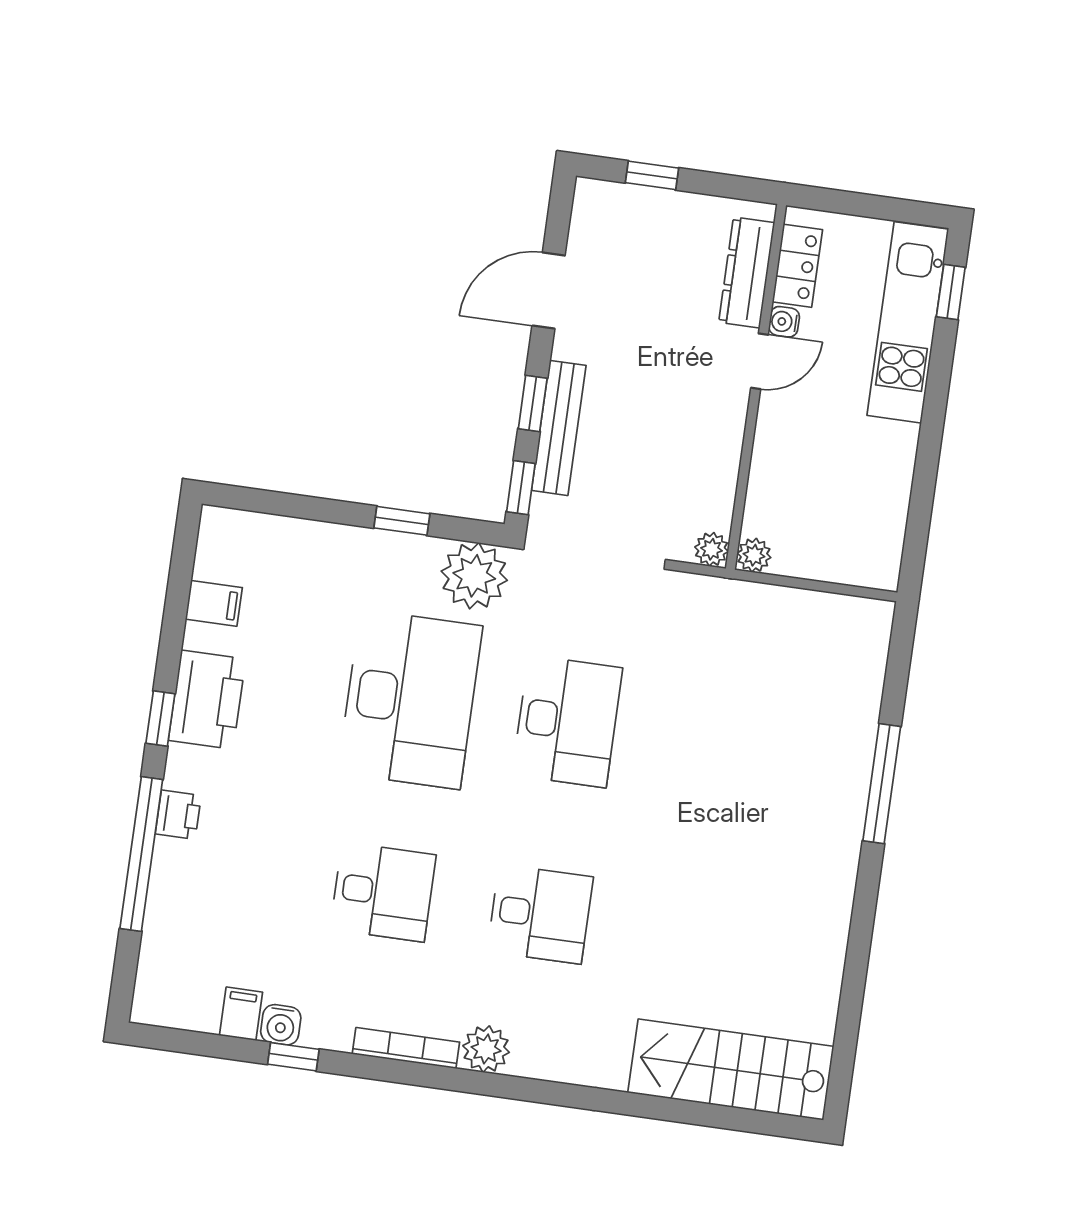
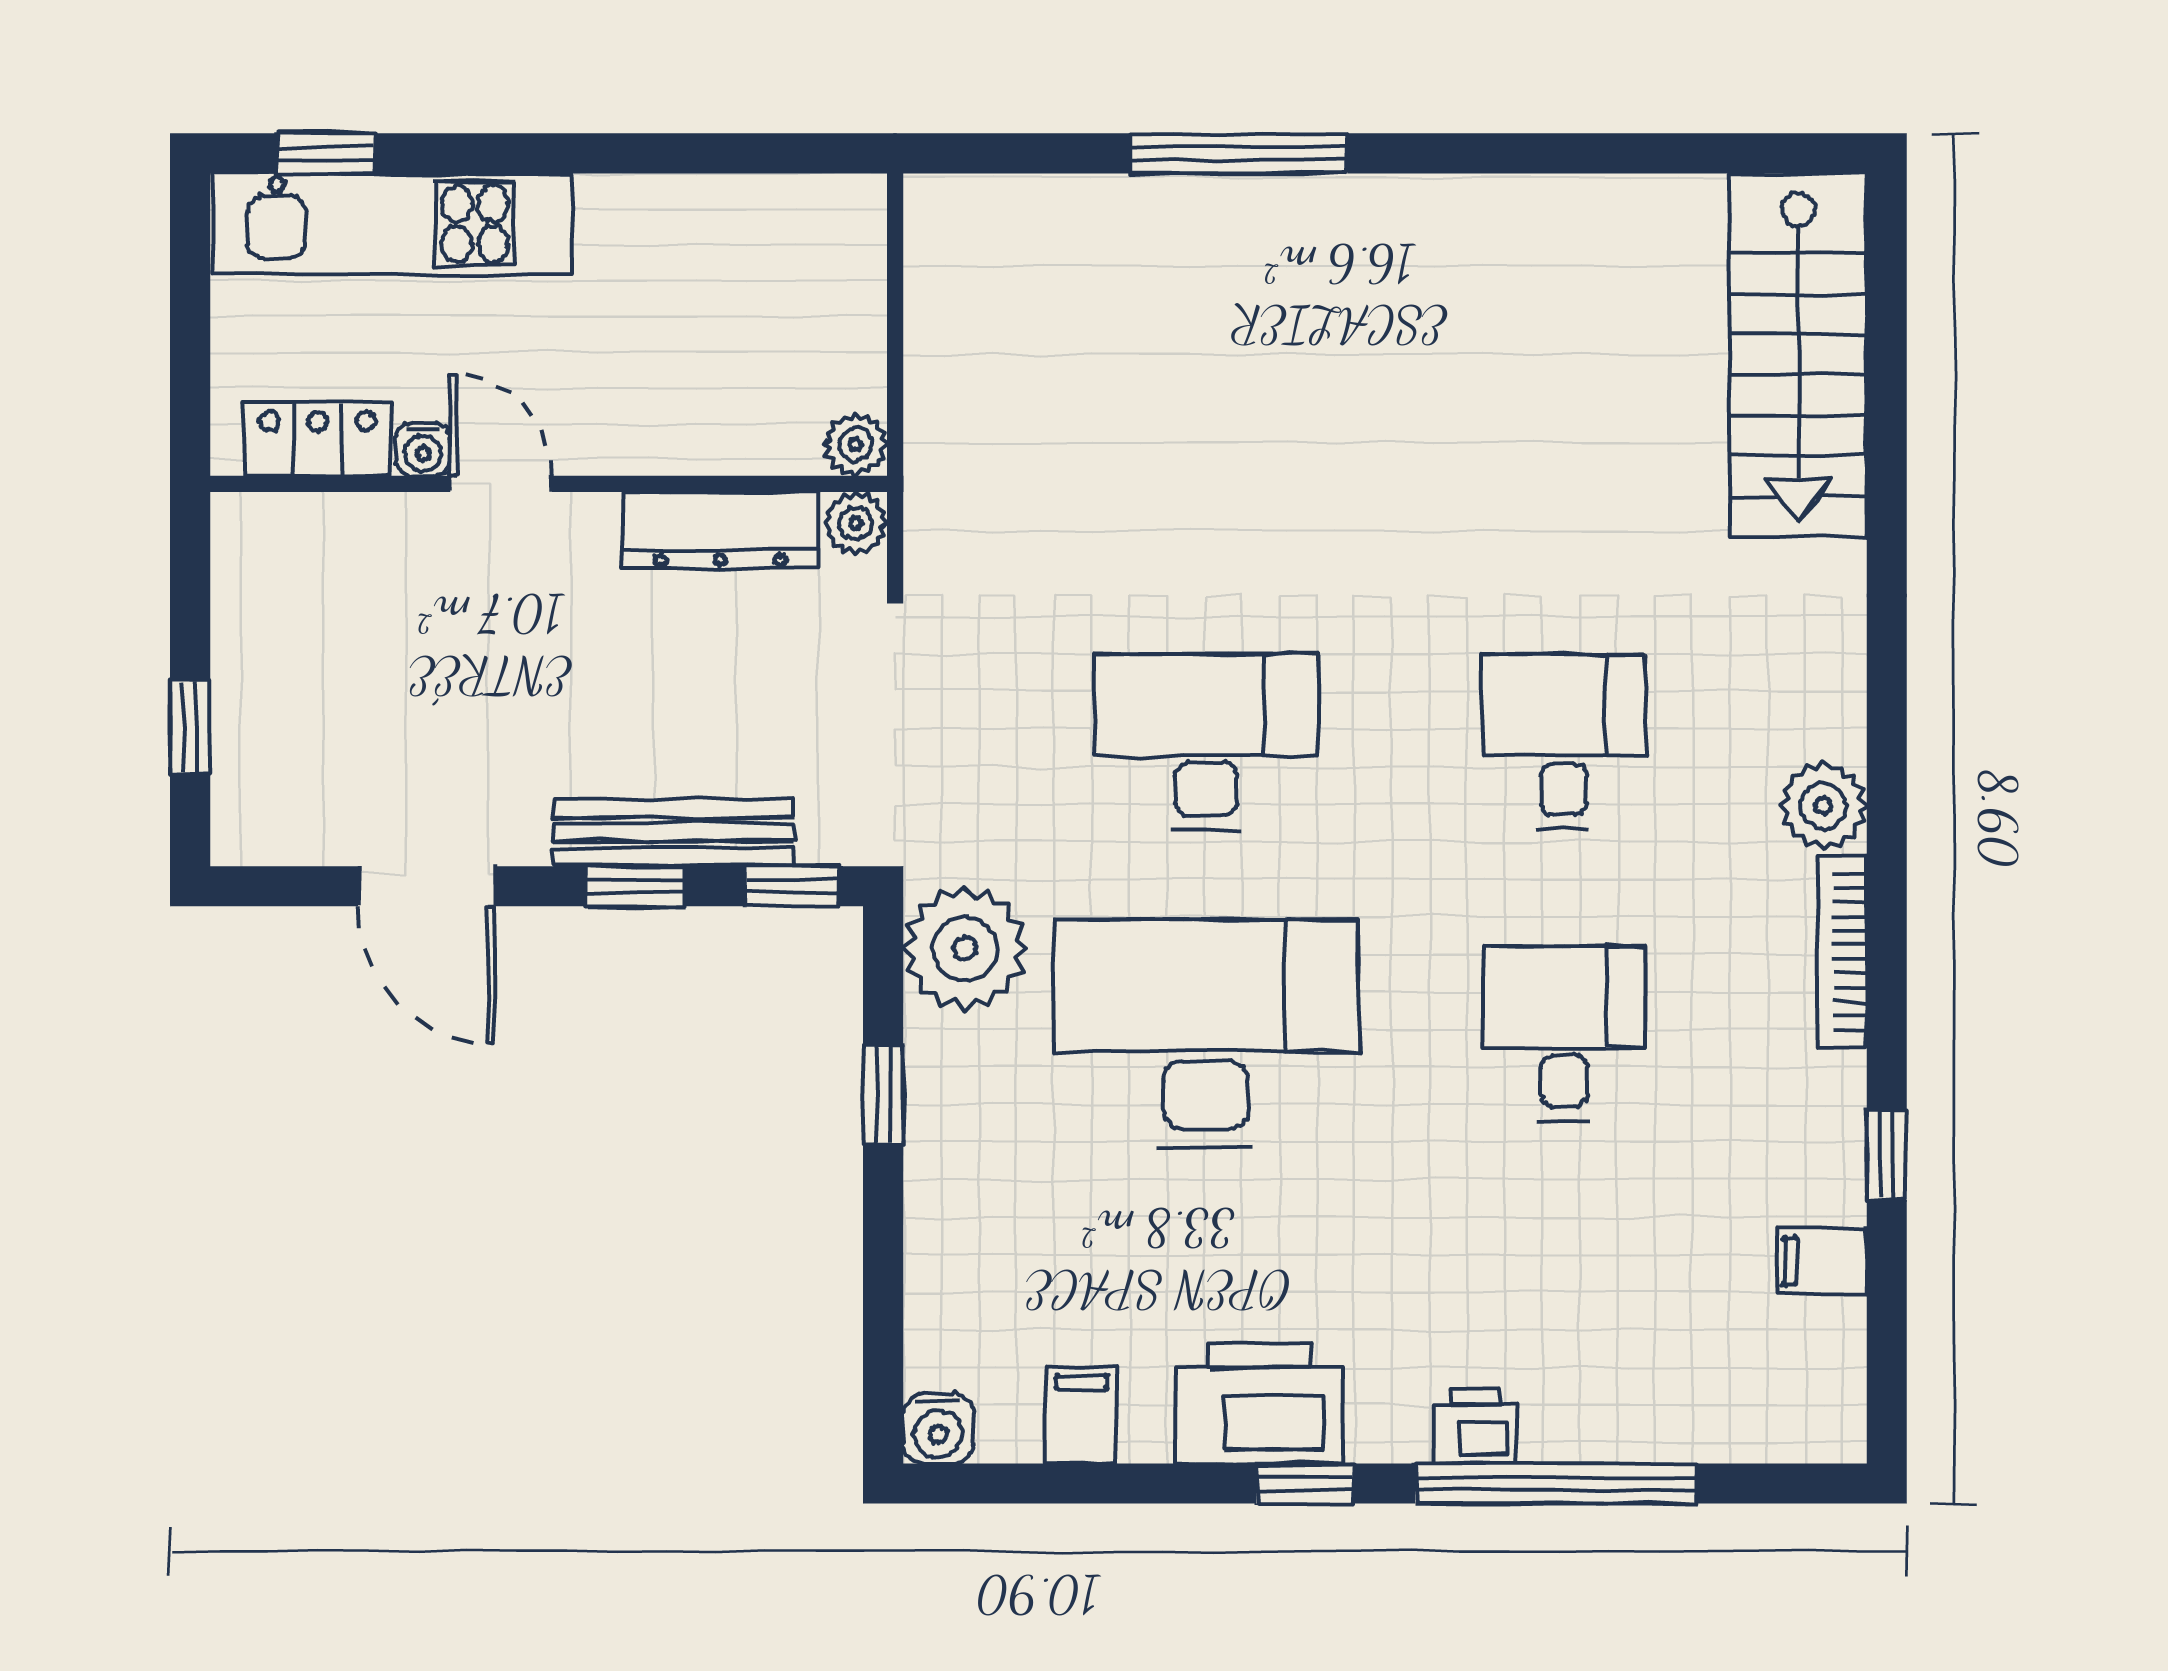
dresser: (747, 272) -> (720, 530), moved
water cooler: (281, 1025) -> (938, 1429), moved, turned 90

